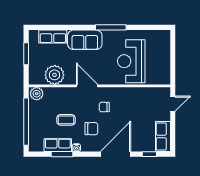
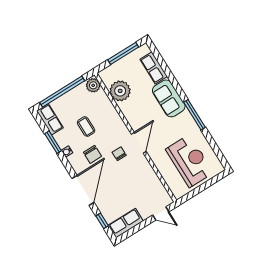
window: (26, 54) -> (123, 53), width x1.44
reception desk: (131, 61) -> (189, 161), moved, turned 90
door: (87, 86) -> (139, 143), moved
row of seats: (58, 145) -> (50, 119), moved
door: (115, 154) -> (83, 190), hinge flipped

